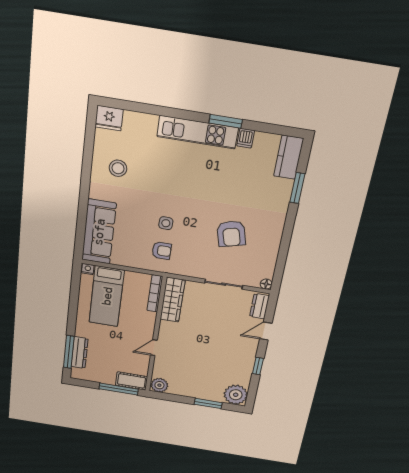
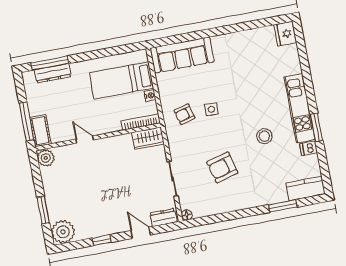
stool: (118, 168) -> (264, 136), moved
armchair: (162, 251) -> (185, 114), turned 75
nightstand: (88, 269) -> (150, 96), moved
wardrobe: (172, 300) -> (148, 138), width x0.67

